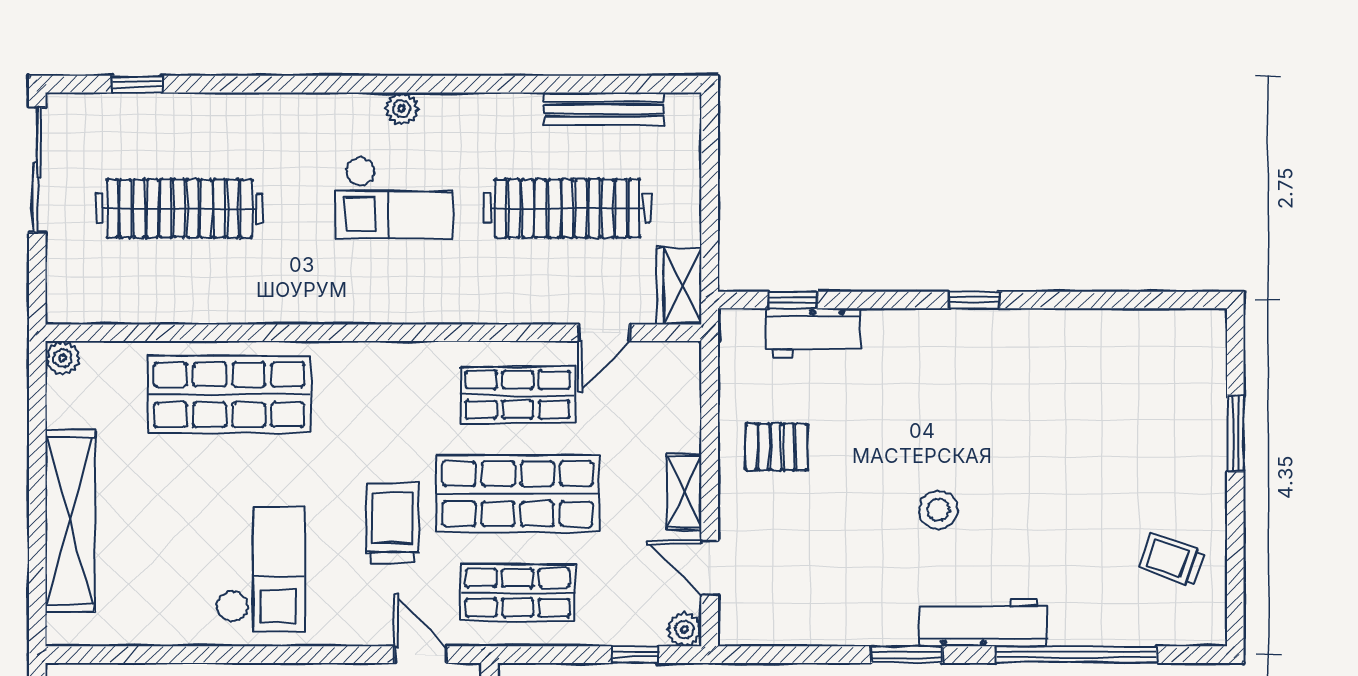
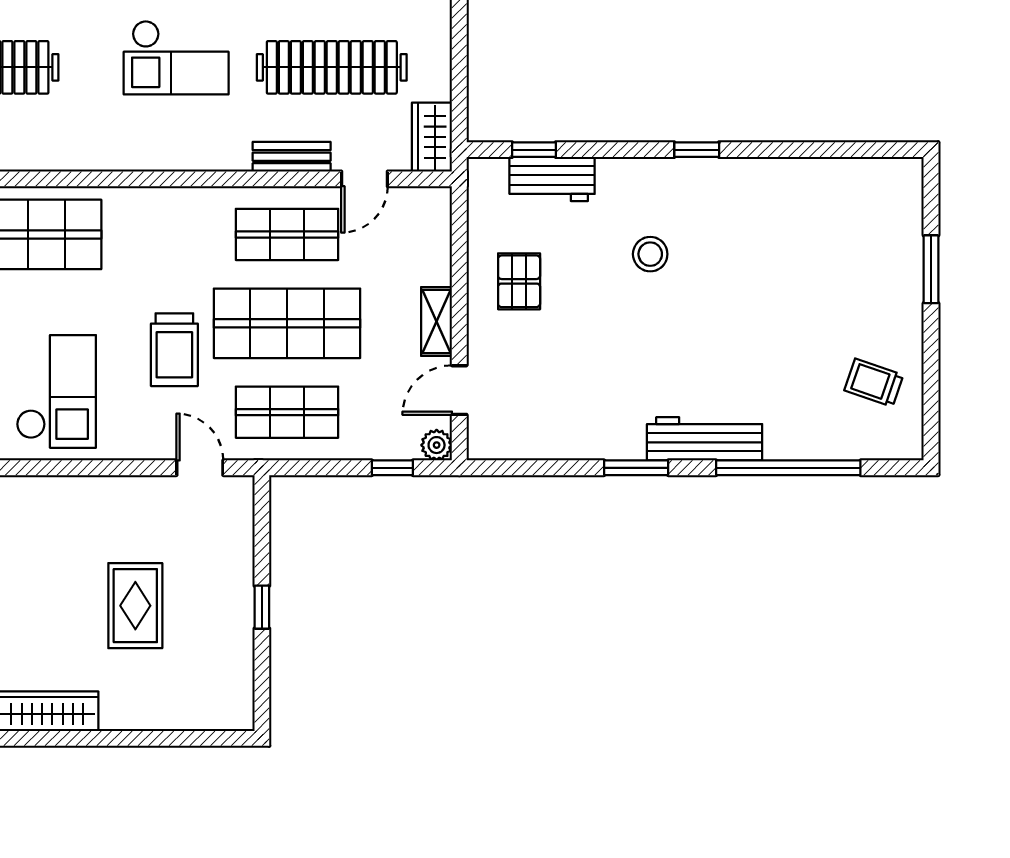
bench: (523, 308) -> (292, 157), added
pallet: (776, 447) -> (519, 281), turned 90
stool: (938, 510) -> (650, 254), moved
trolley: (392, 523) -> (174, 350), turned 180
door: (710, 568) -> (459, 390), hinge flipped

